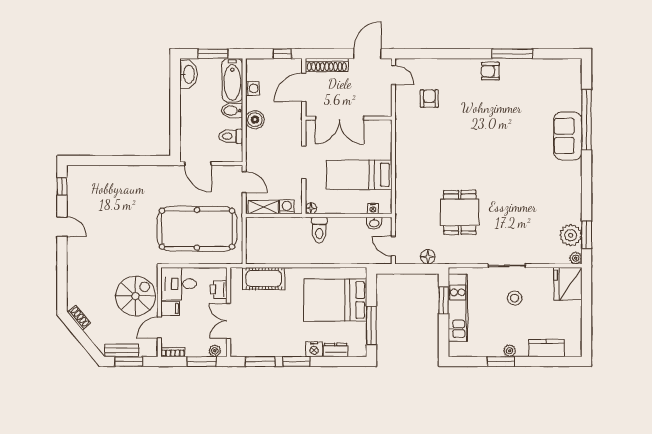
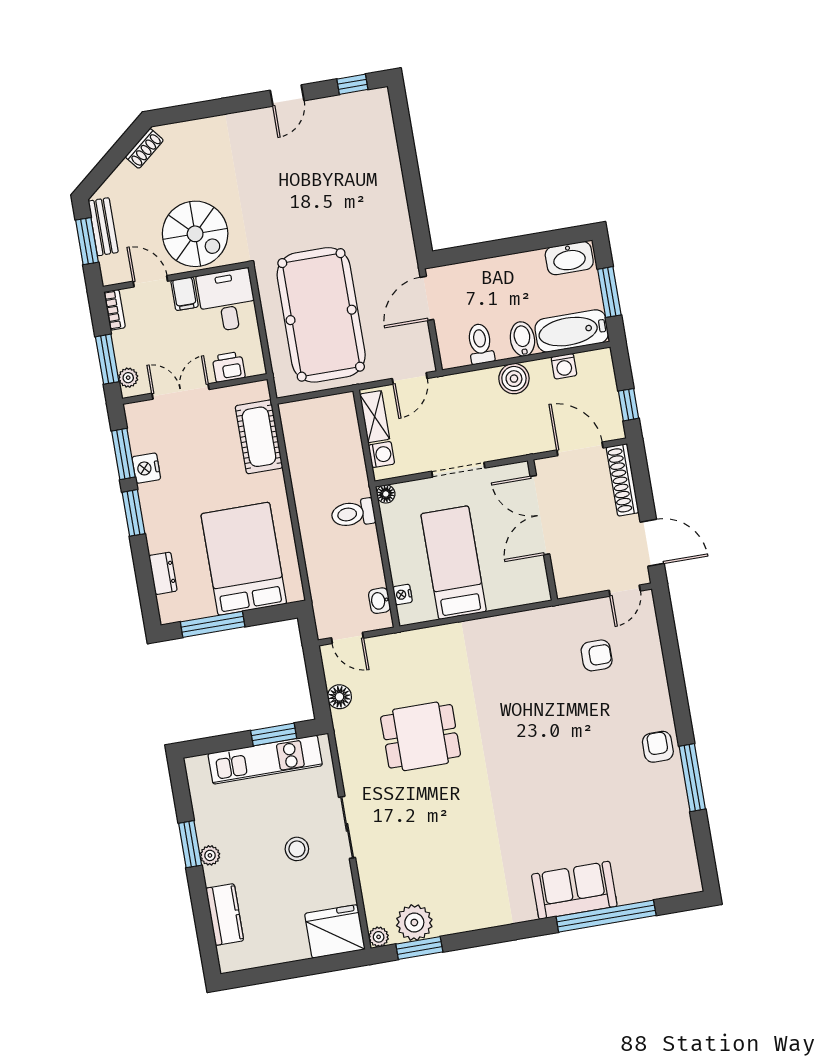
door: (393, 246) -> (347, 638), swing flipped
nightstand: (314, 349) -> (146, 468), moved

